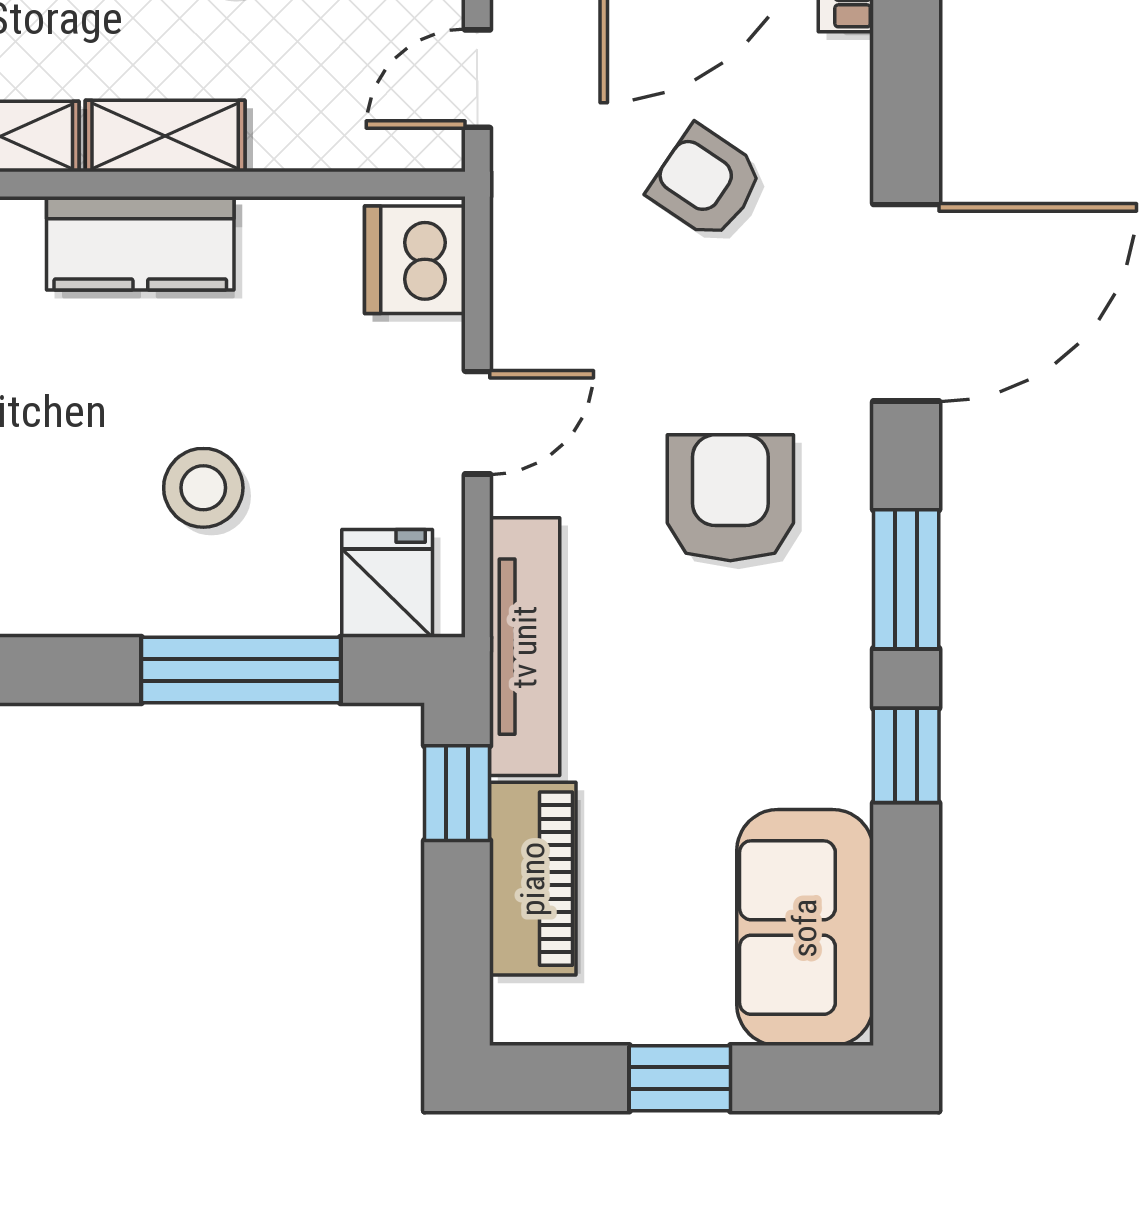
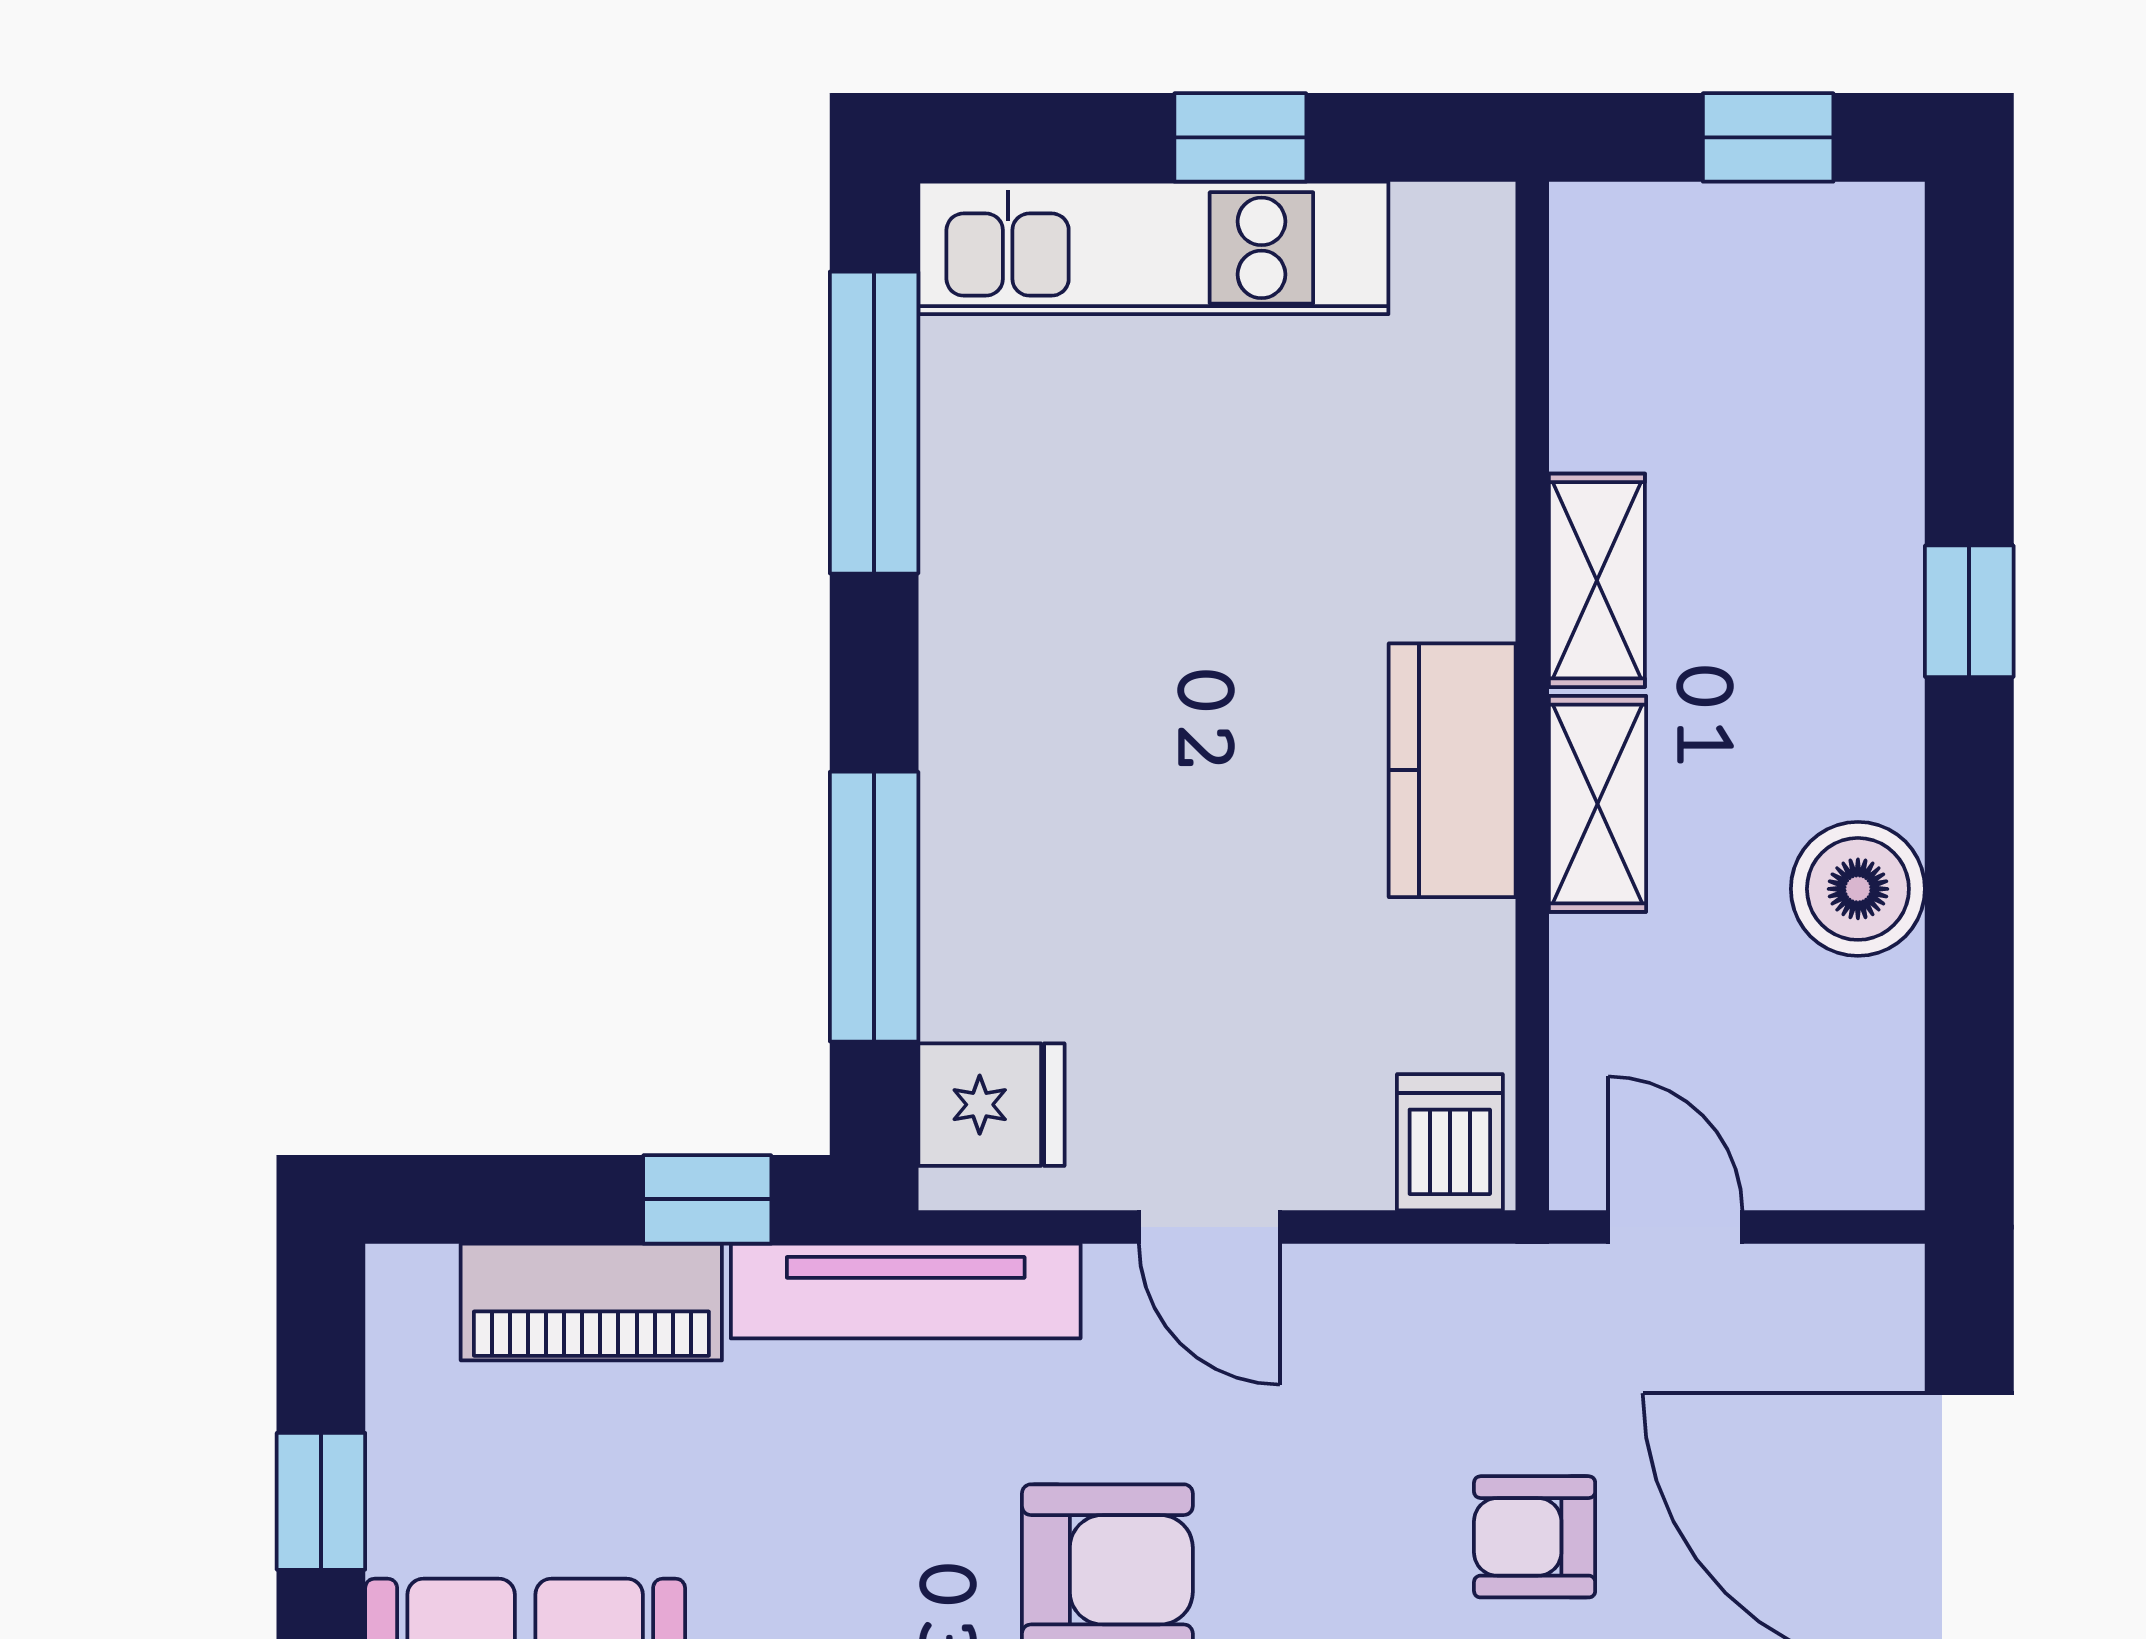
armchair: (706, 182) -> (1535, 1537), turned -124
dishwasher: (415, 260) -> (1450, 1142), width x0.73
stool: (203, 488) -> (1121, 856), removed

